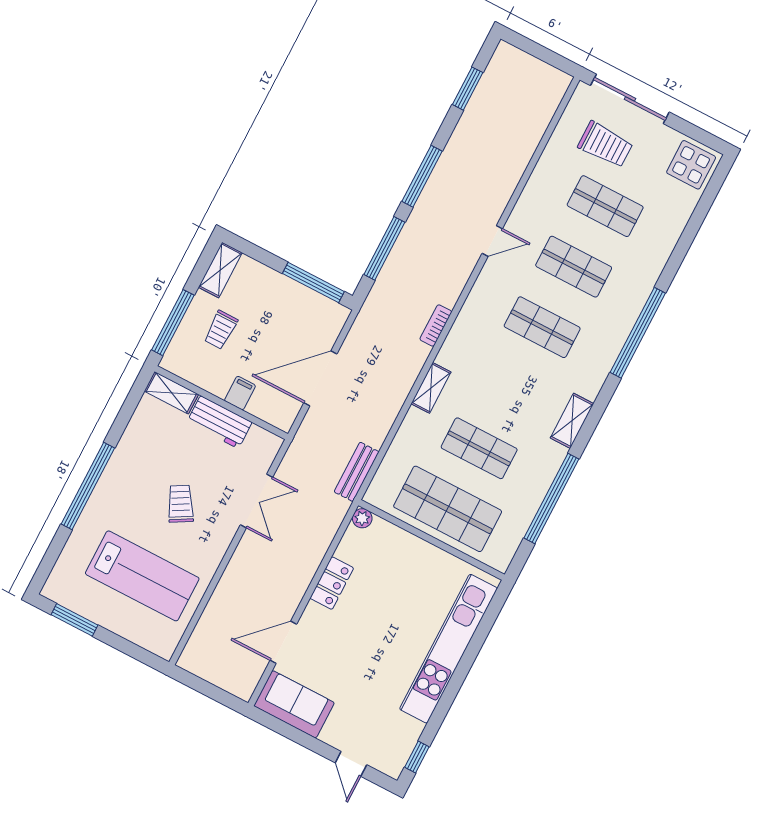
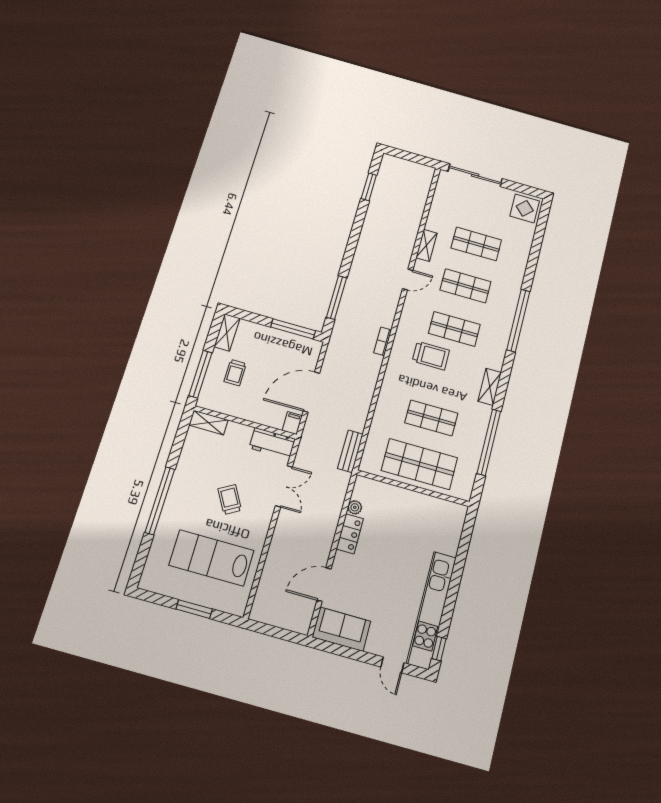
trolley: (605, 145) -> (431, 356), moved
window: (422, 176) -> (351, 247), removed
shelving: (431, 388) -> (426, 245), moved
filing cabinet: (240, 393) -> (292, 423), moved
workbench: (219, 422) -> (272, 443), moved
plant: (362, 518) -> (355, 507), moved
lab bench: (142, 576) -> (211, 558), turned 180
window: (75, 620) -> (194, 609), moved
kitchen unit: (448, 649) -> (432, 610), moved

